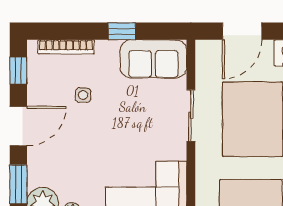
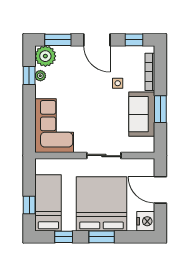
window: (122, 31) -> (160, 109), width x1.50
sofa: (153, 59) -> (142, 114), moved

